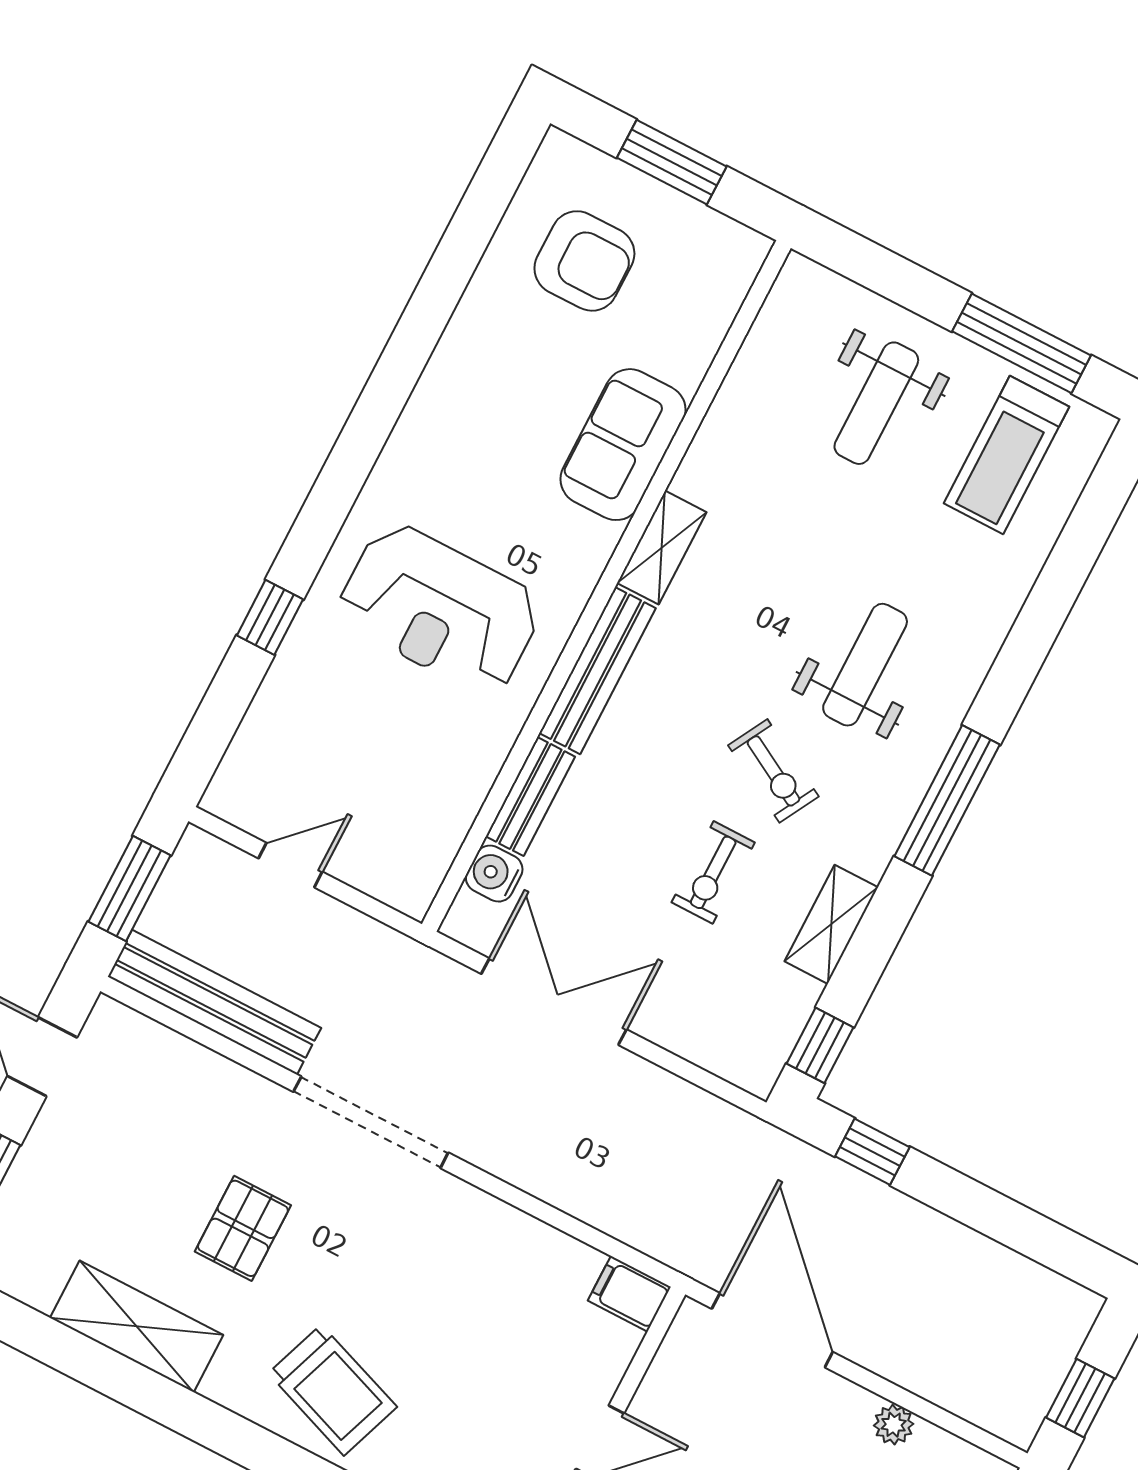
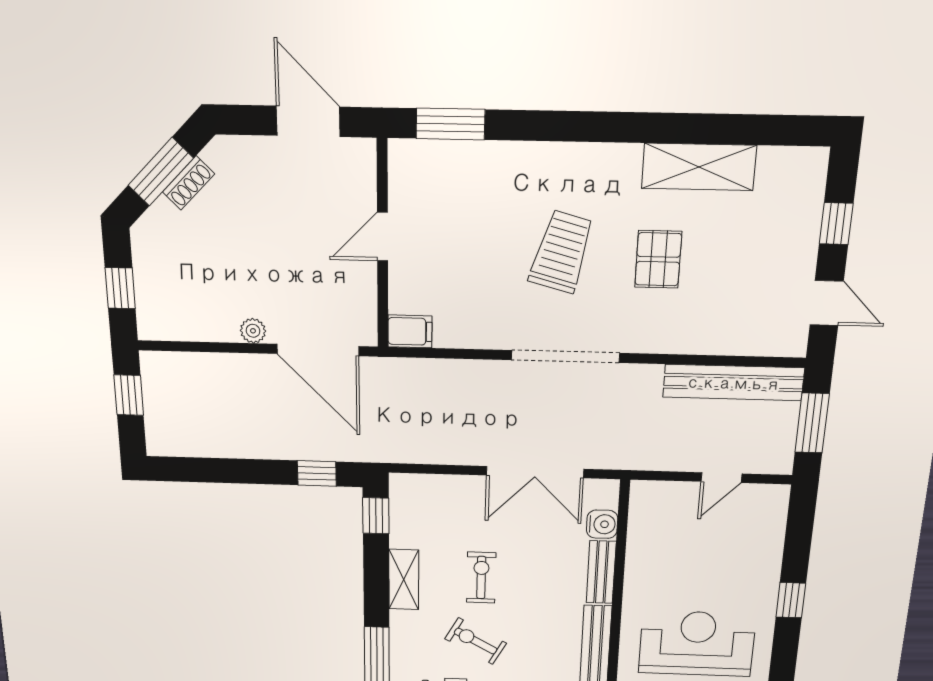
doorway: (371, 1122) -> (565, 356), moved
trolley: (333, 1390) -> (561, 252), moved, turned 85
plant: (894, 1425) -> (253, 331), moved

